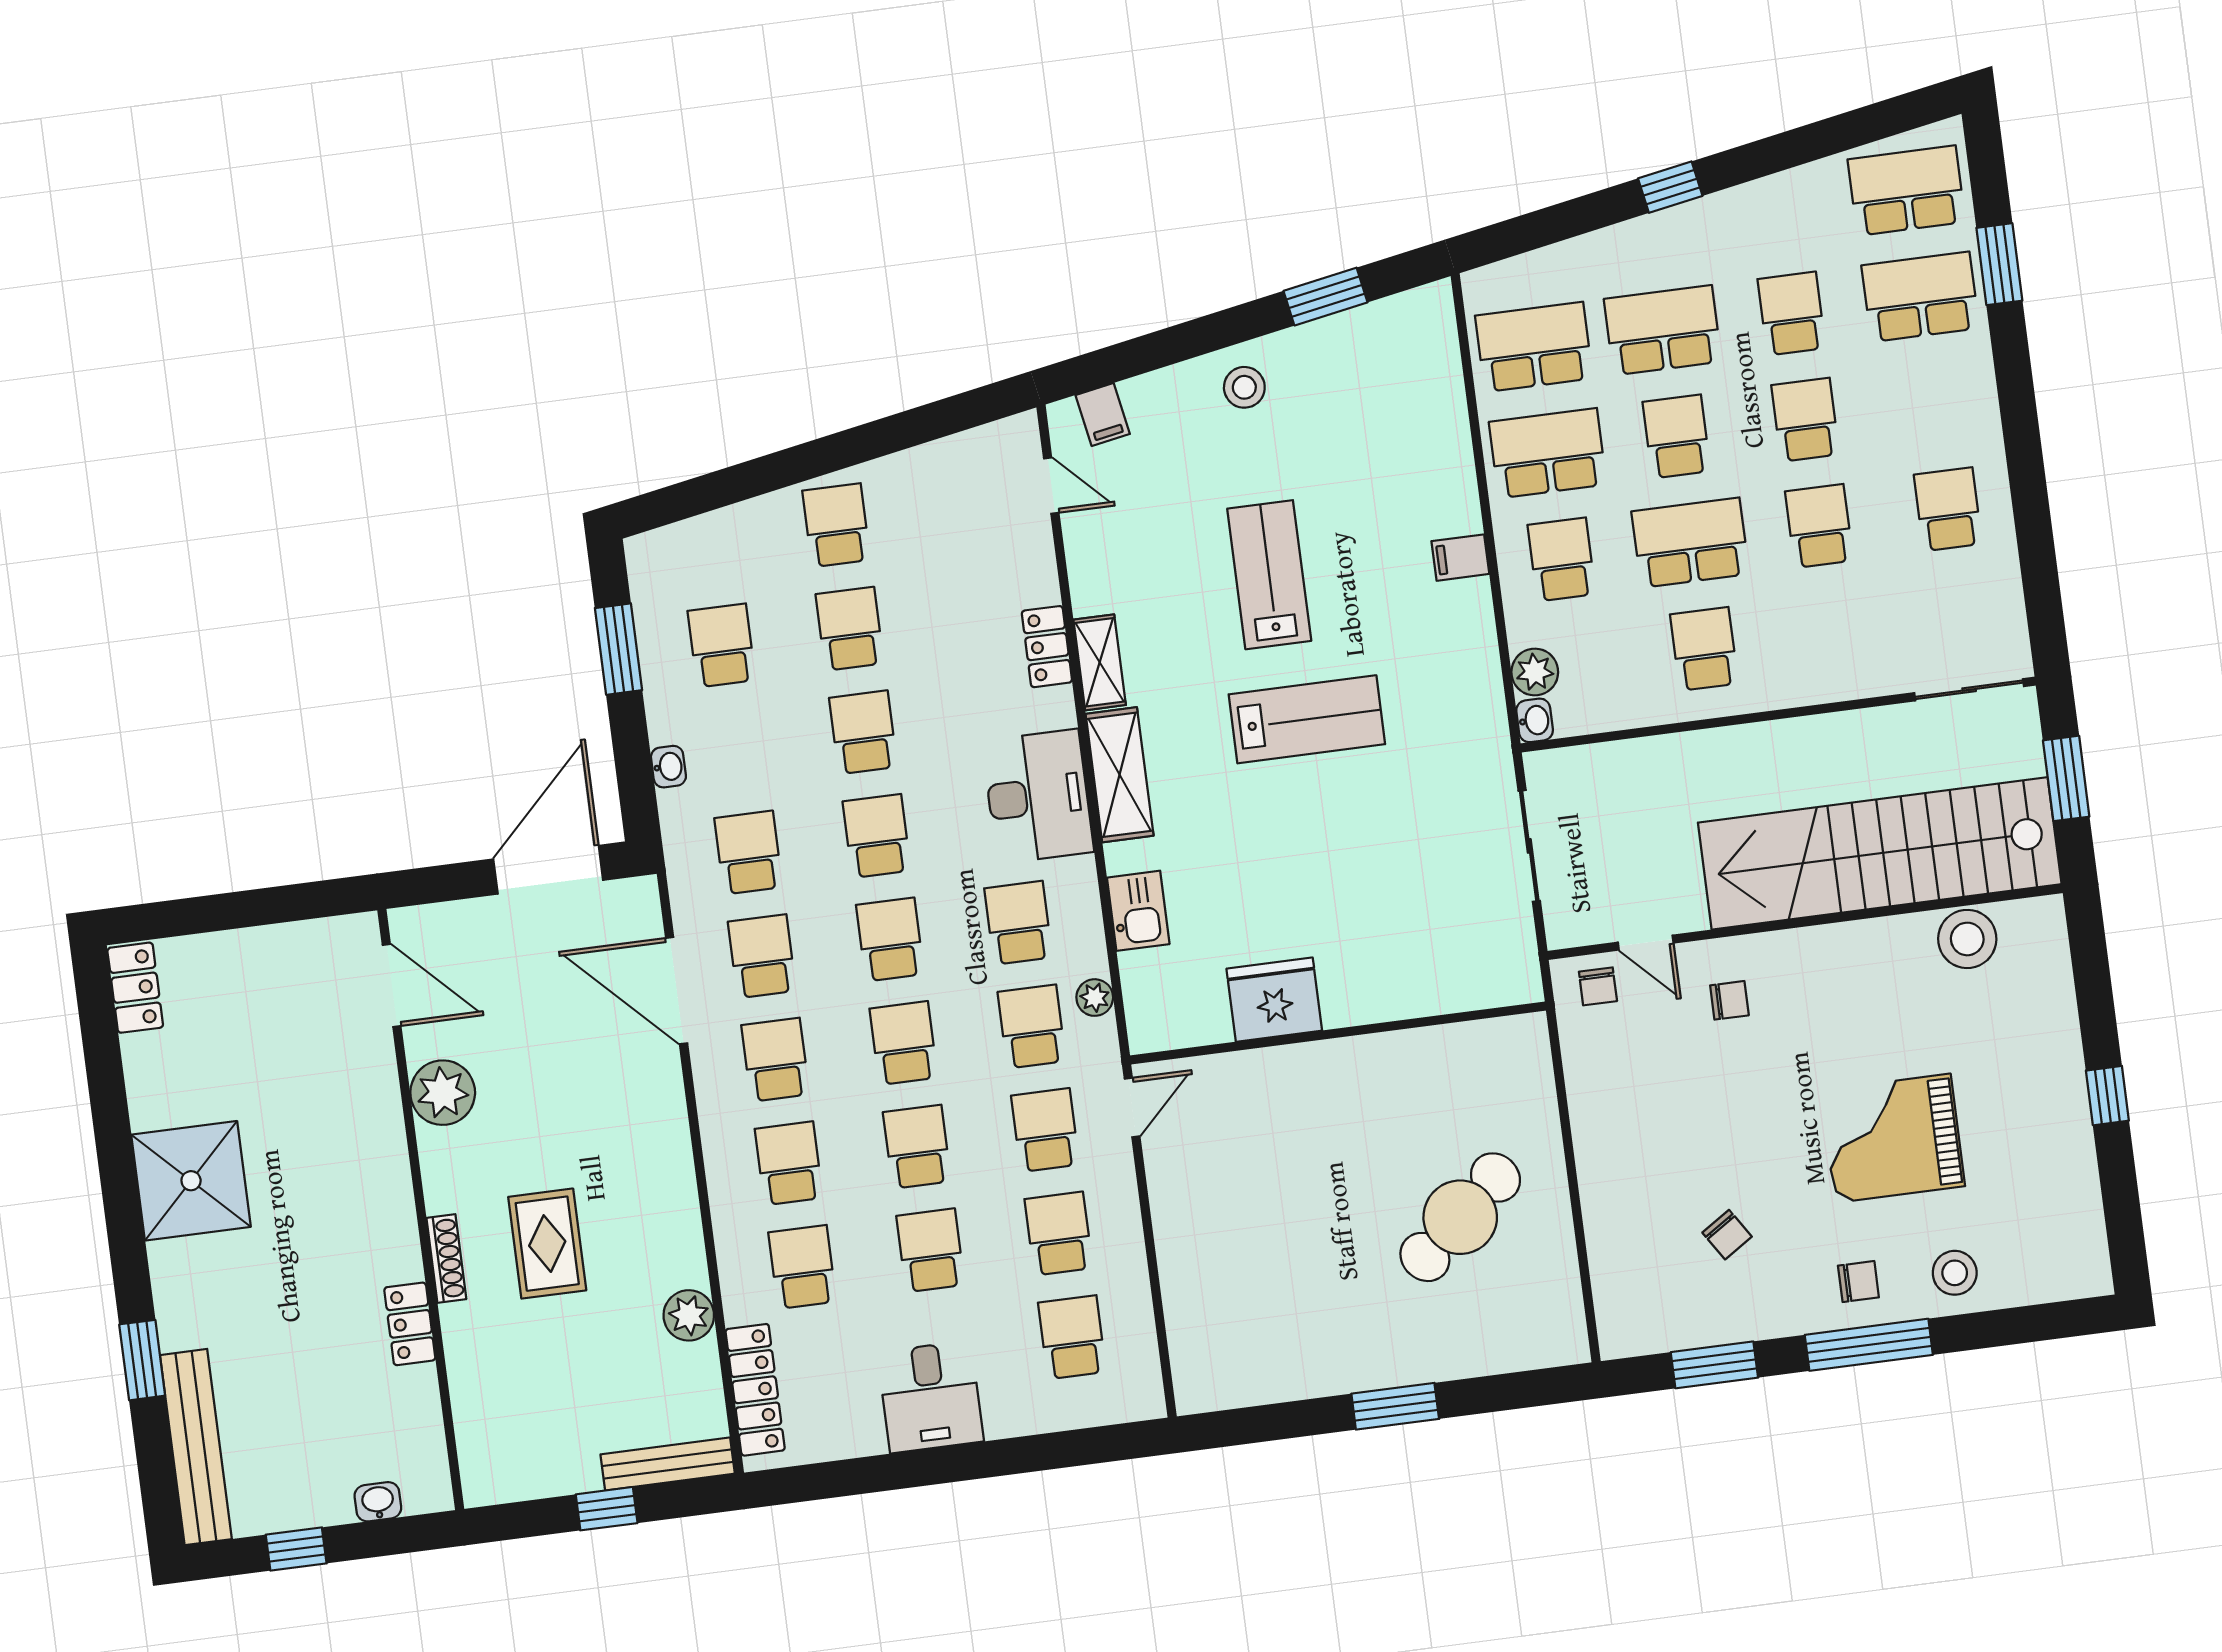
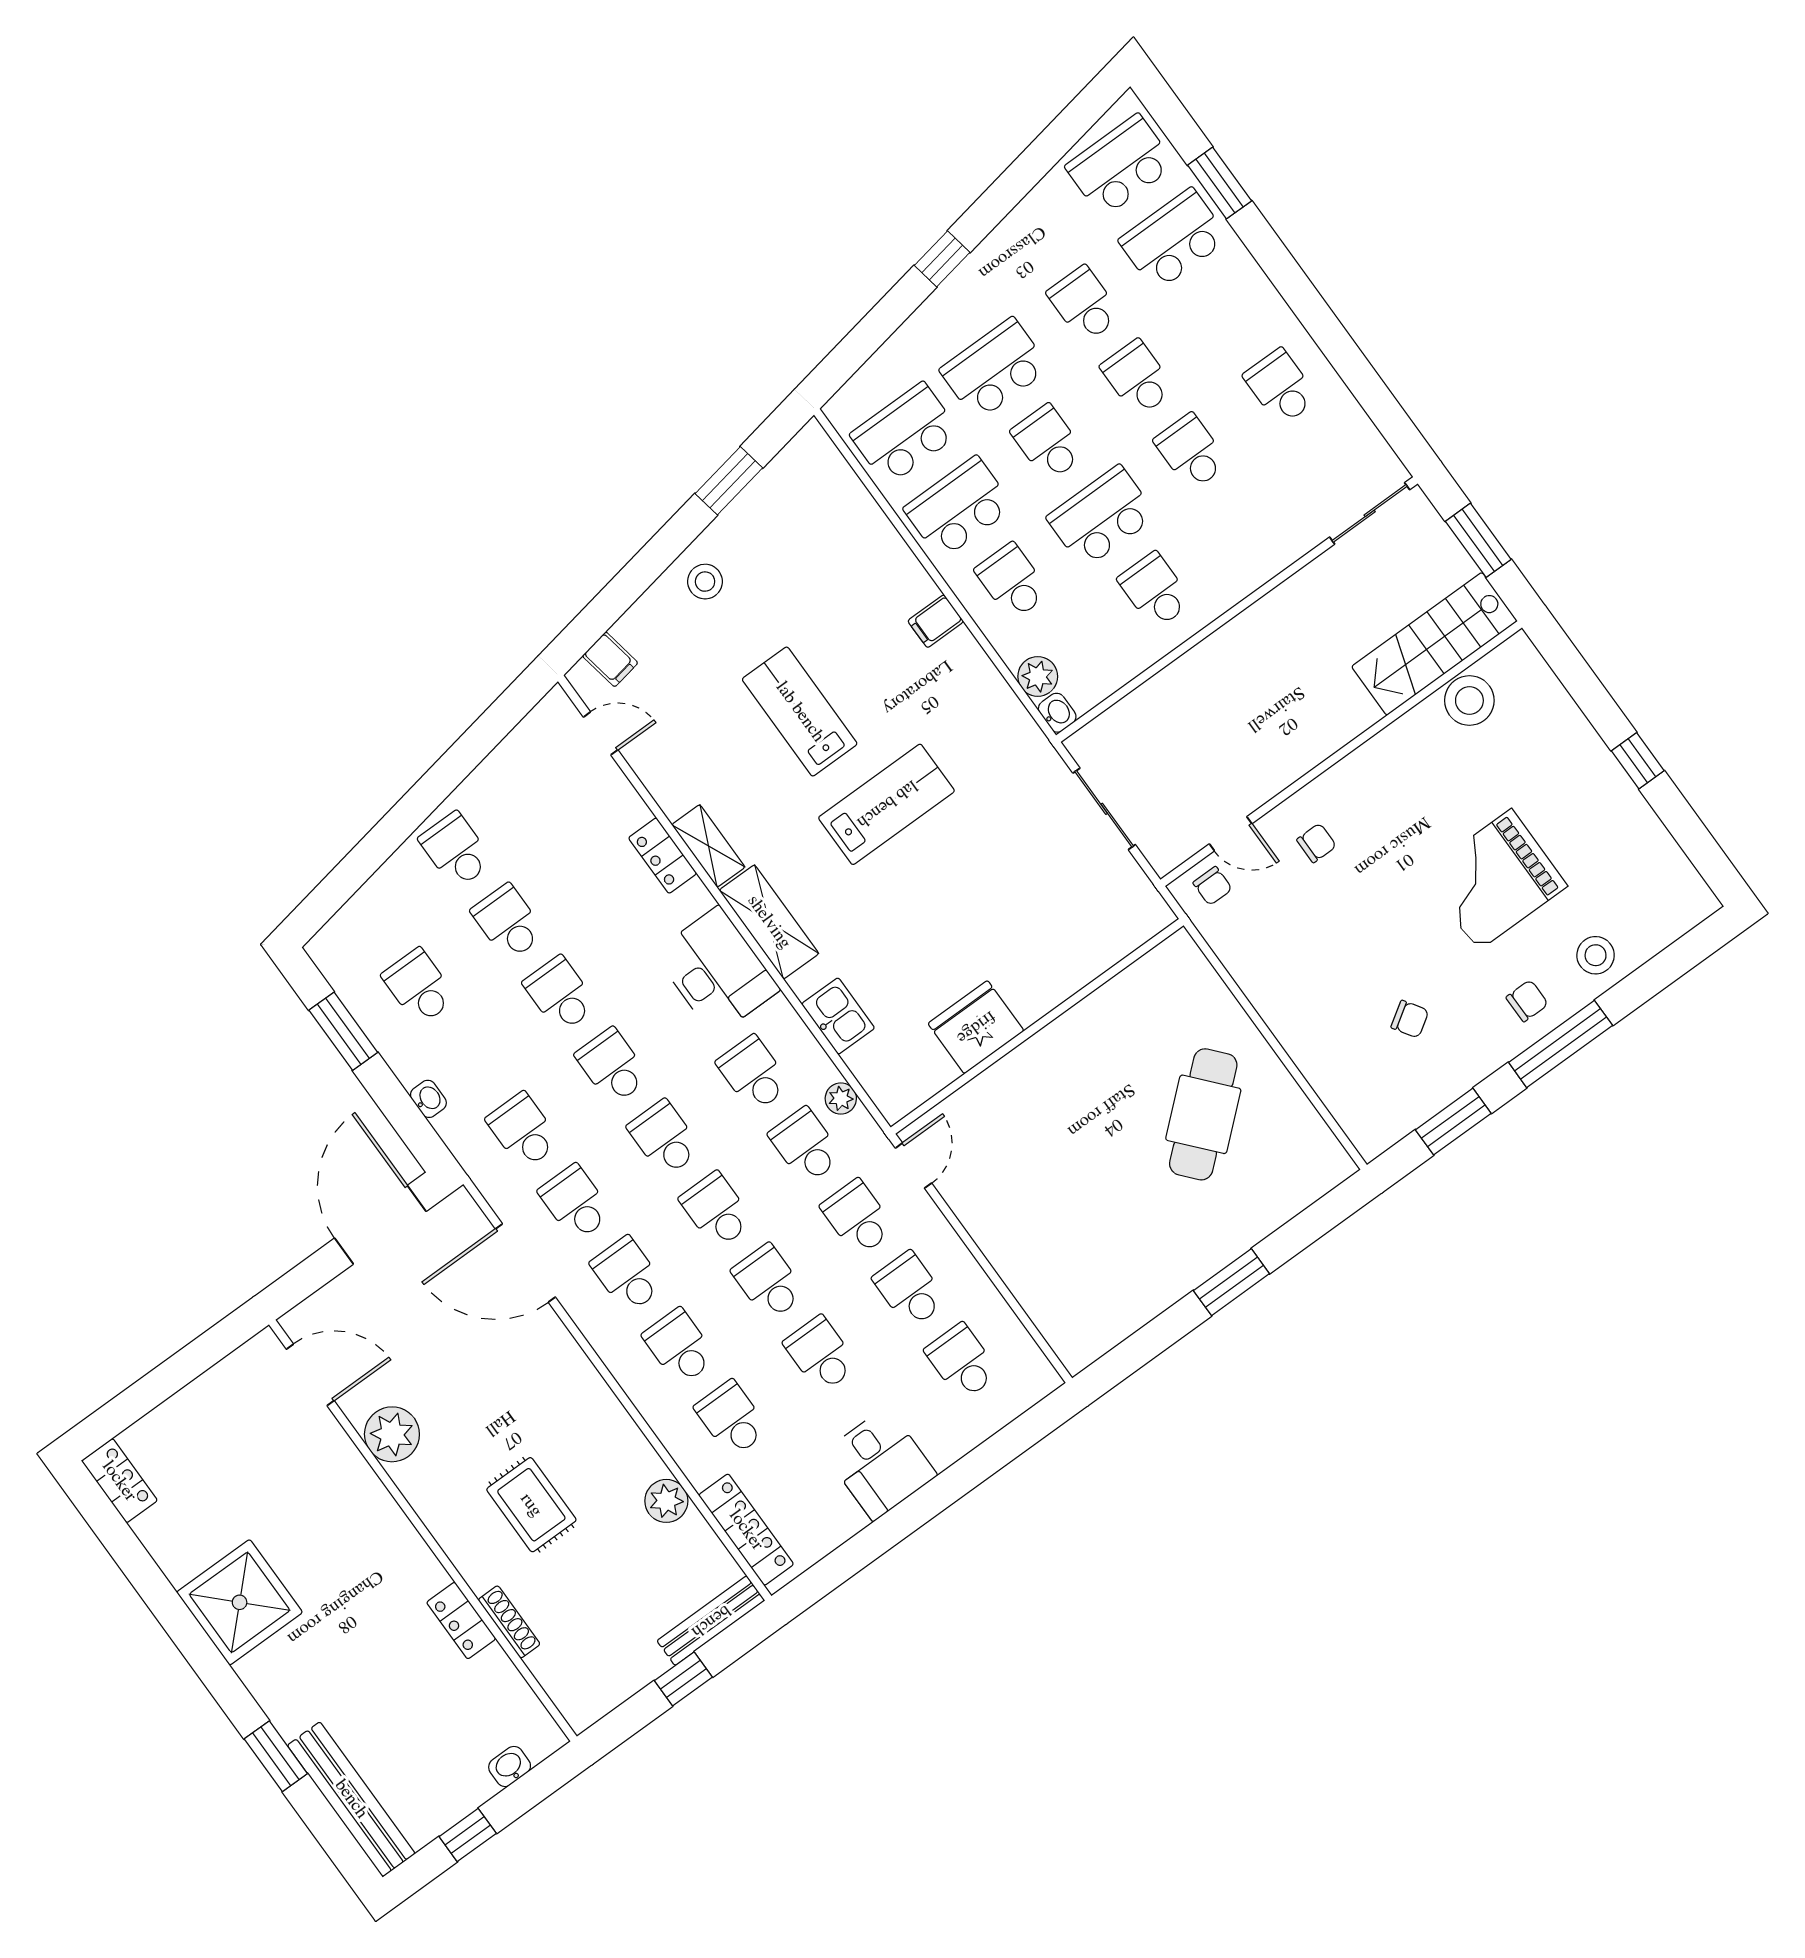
stairs: (1880, 853) -> (1434, 644), width x0.54, depth x0.66
shoe rack: (446, 1258) -> (509, 1622), moved

